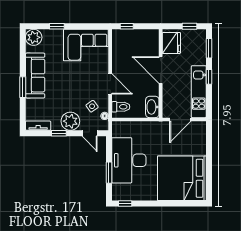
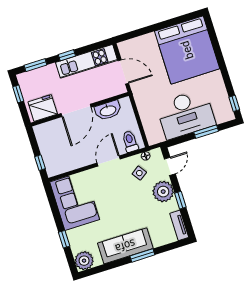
washbasin: (152, 107) -> (108, 110), moved

